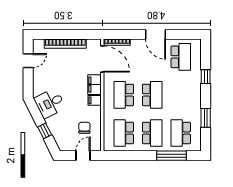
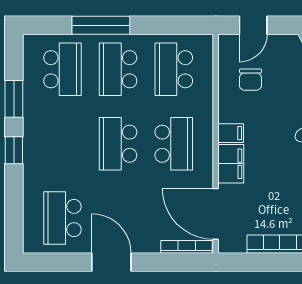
window: (206, 77) -> (14, 150), moved
school desk: (124, 133) -> (174, 69), turned 180
window: (172, 156) -> (101, 25), moved

